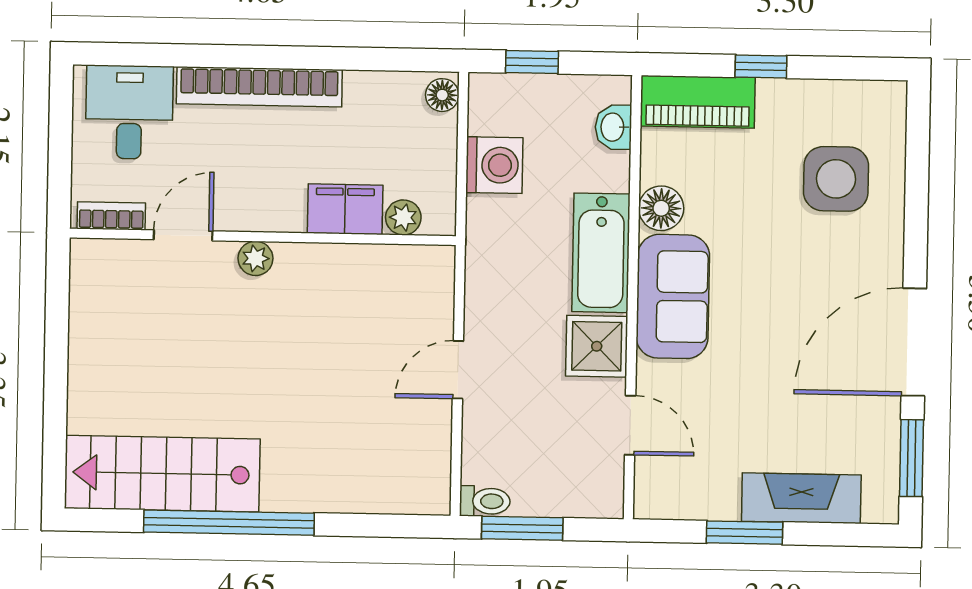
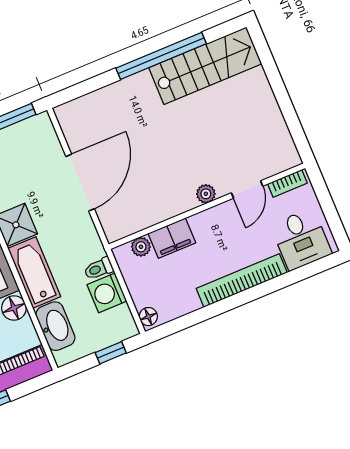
washbasin: (613, 127) -> (55, 326), width x1.91, depth x1.45
door: (458, 370) -> (80, 183), width x1.88
toilet: (485, 501) -> (99, 269), moved

